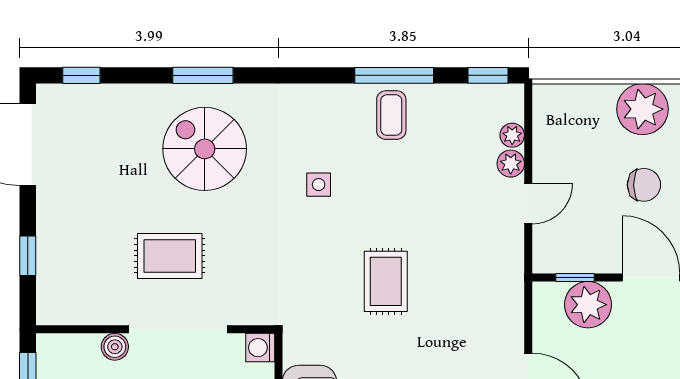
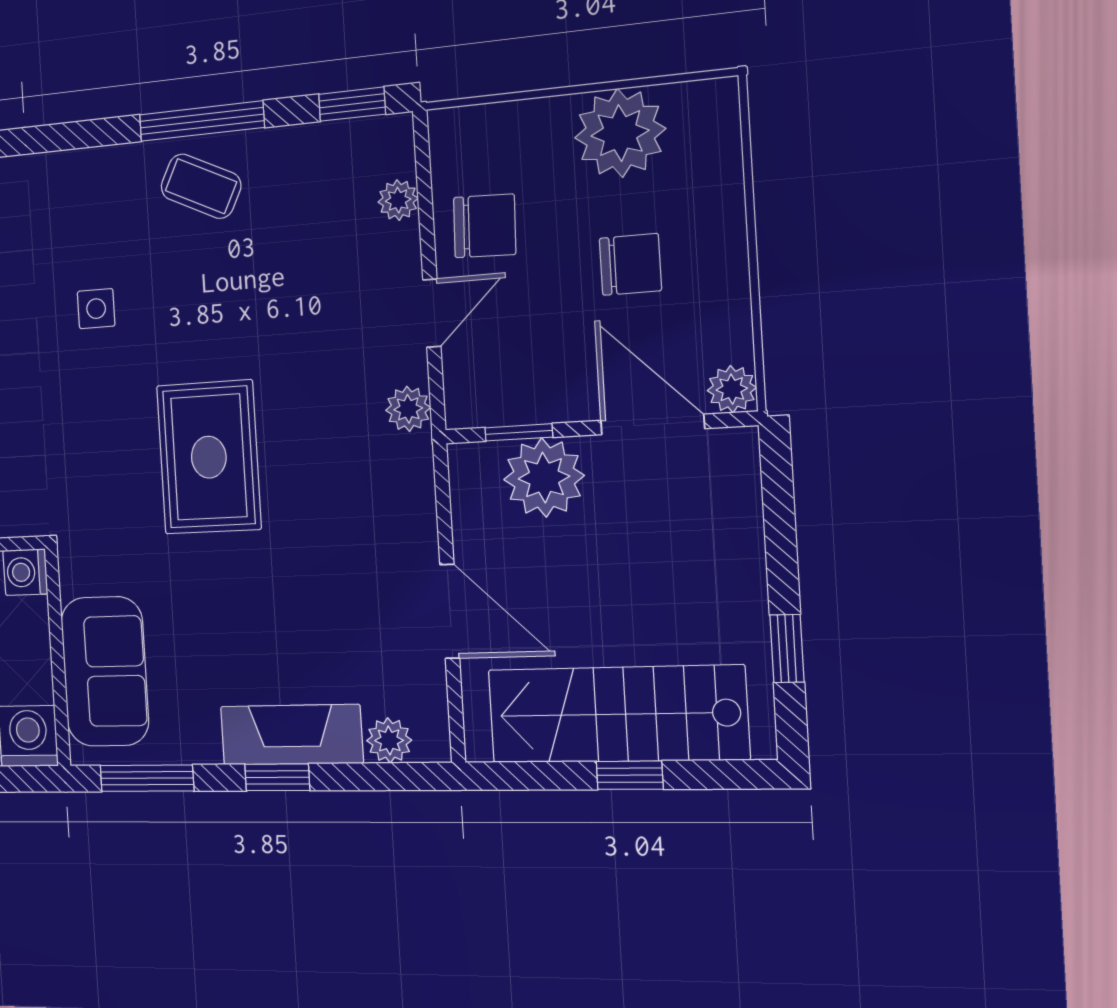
coffee table: (391, 115) -> (201, 186), turned -64
chair: (562, 155) -> (485, 226), added
plant: (511, 164) -> (408, 409), moved
rug: (386, 281) -> (209, 457), width x1.36, depth x1.43

